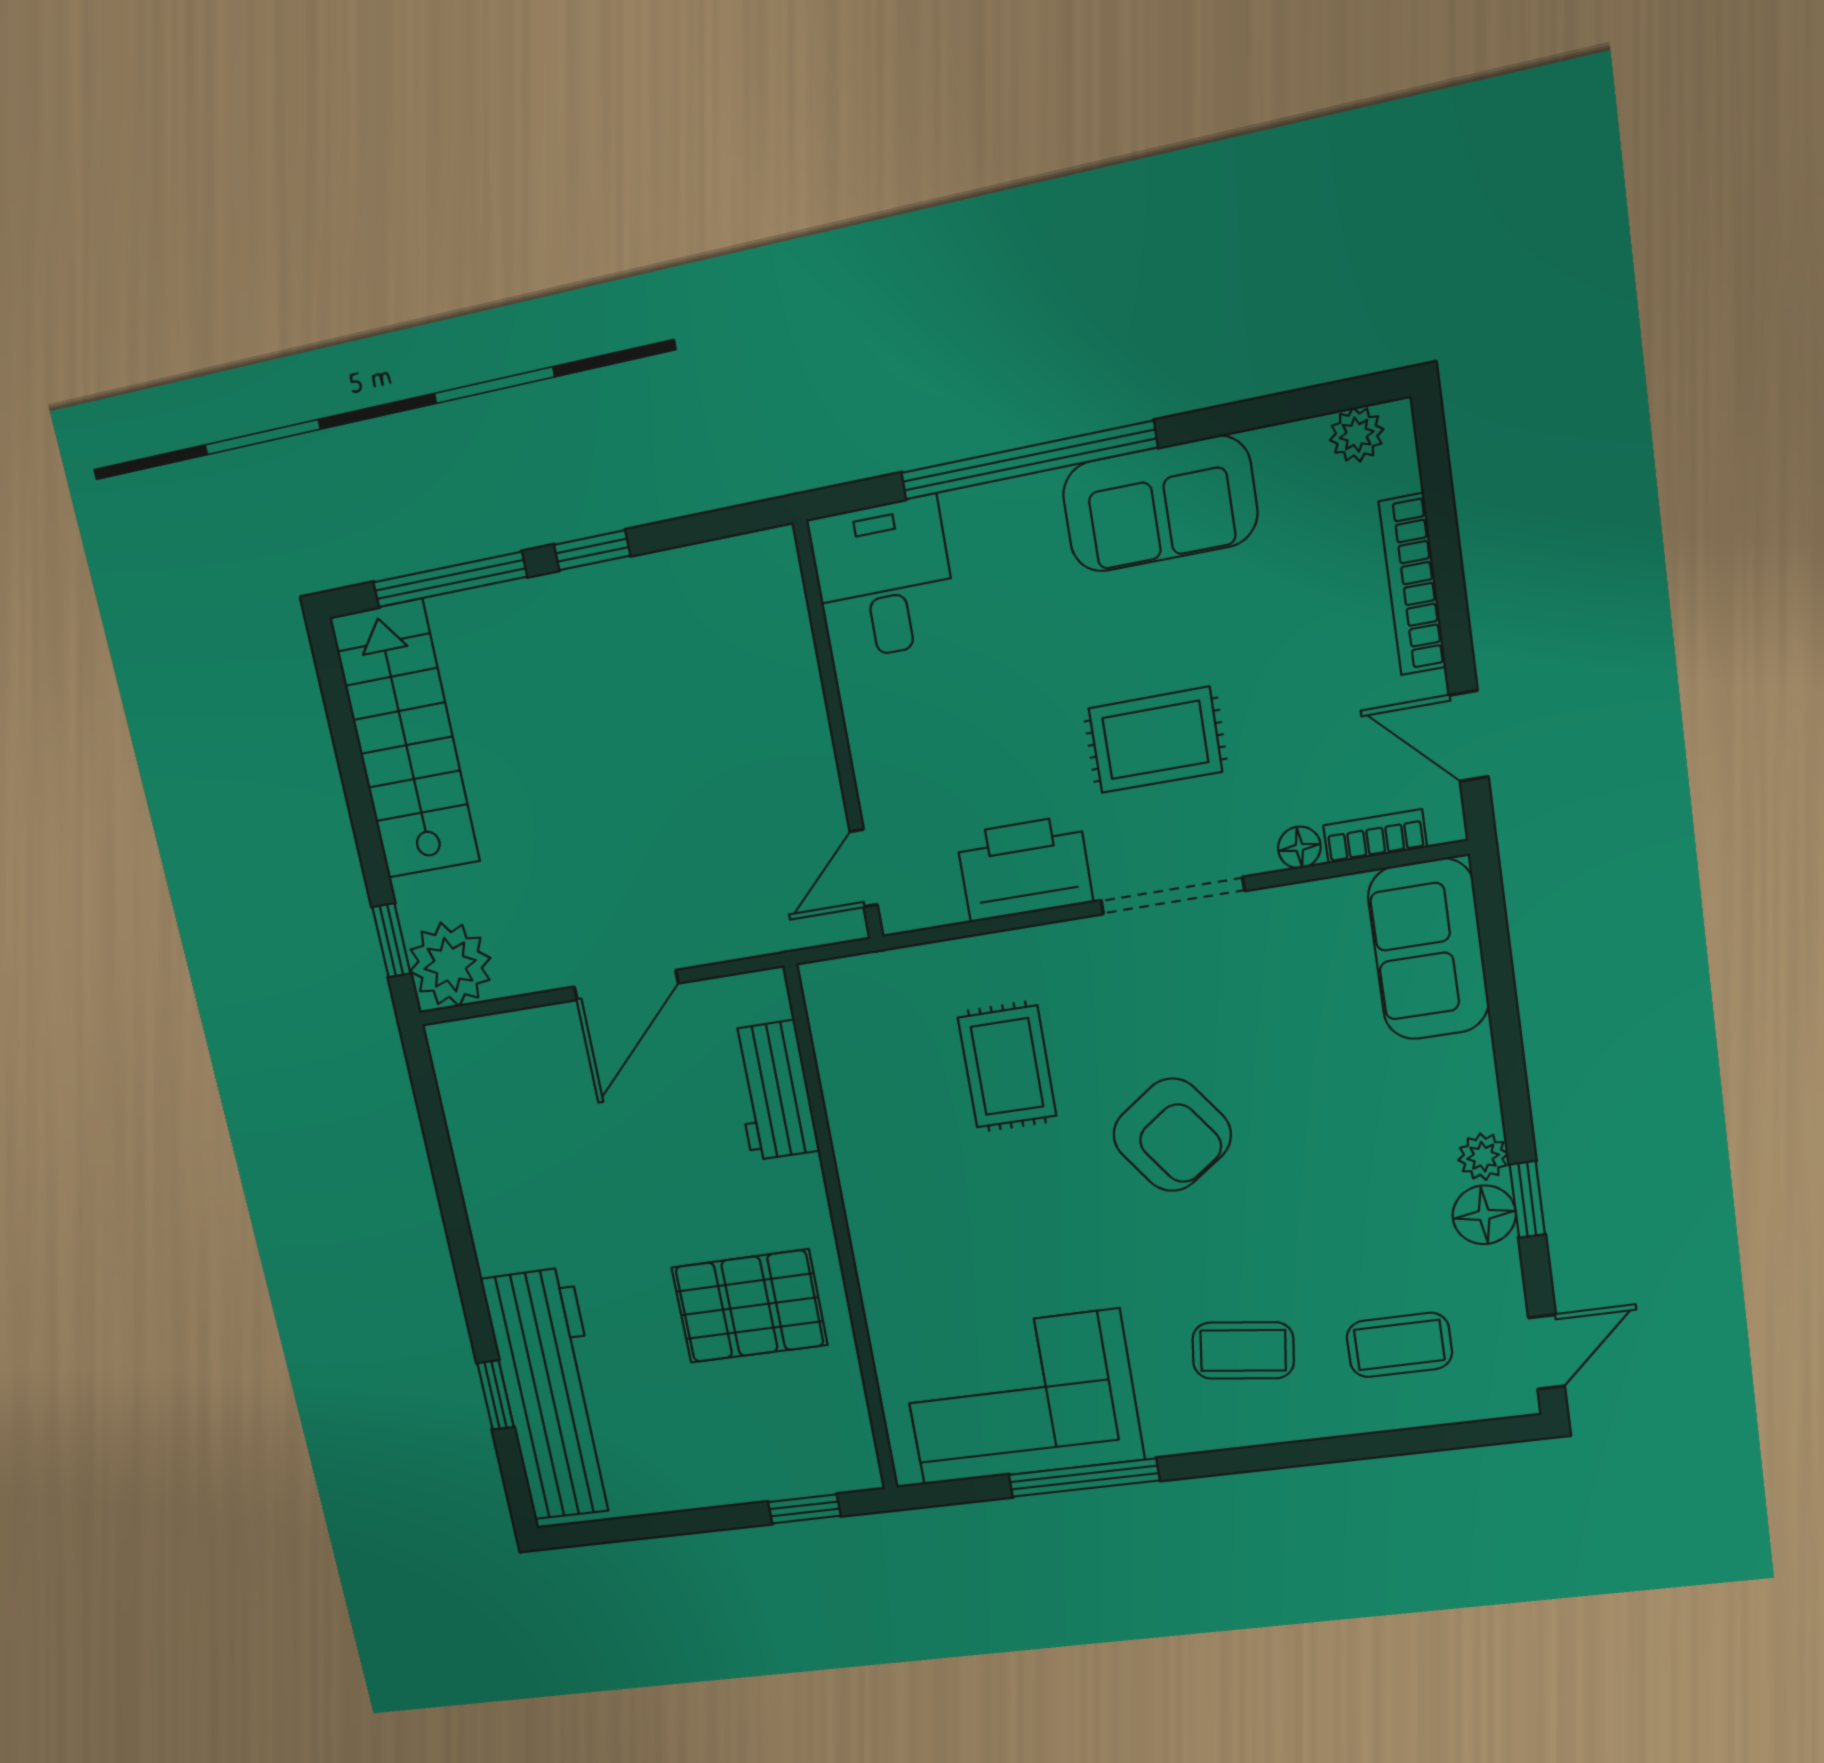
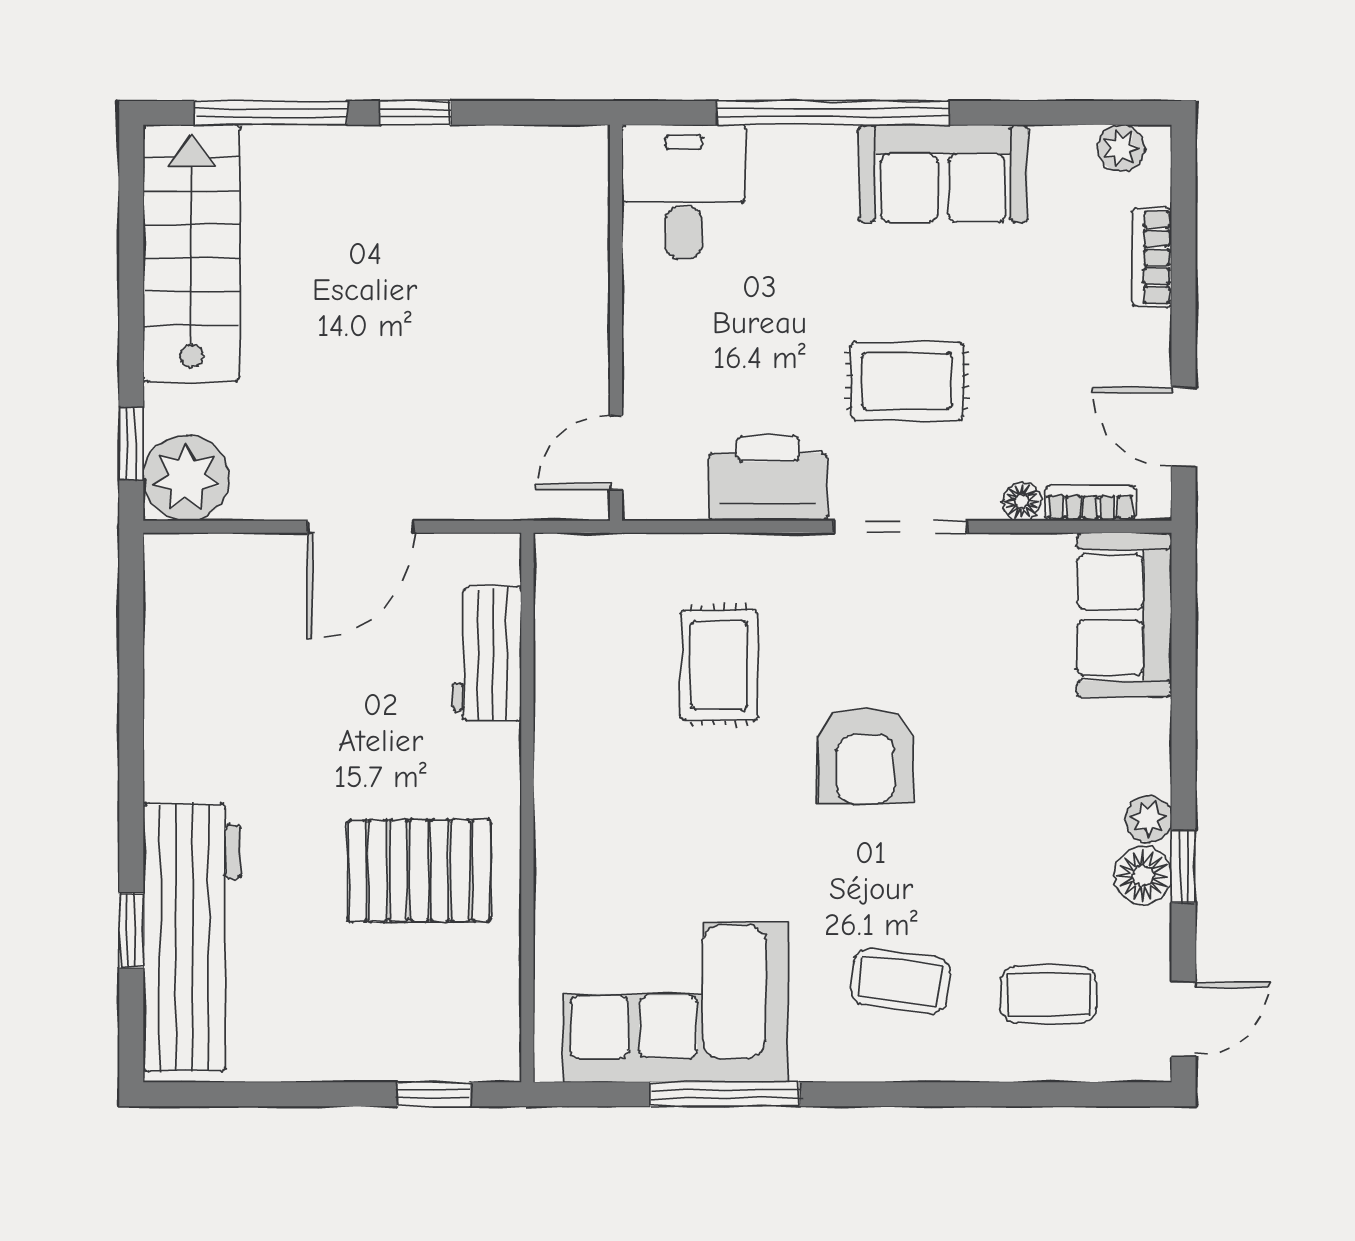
bookcase: (1412, 585) -> (1152, 258), width x0.64
armchair: (1172, 1135) -> (865, 756), turned 36

